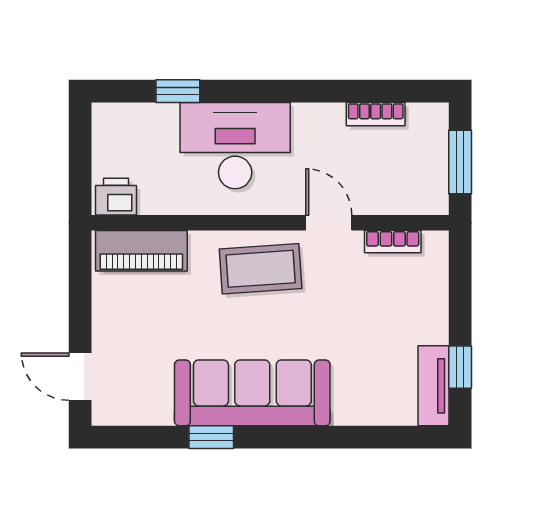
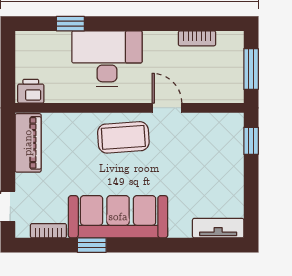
bookcase: (393, 242) -> (48, 231), moved, turned 180
piano: (141, 251) -> (28, 143), moved, turned -90
window: (460, 367) -> (251, 141), moved
tv unit: (433, 386) -> (218, 228), moved, turned 90

